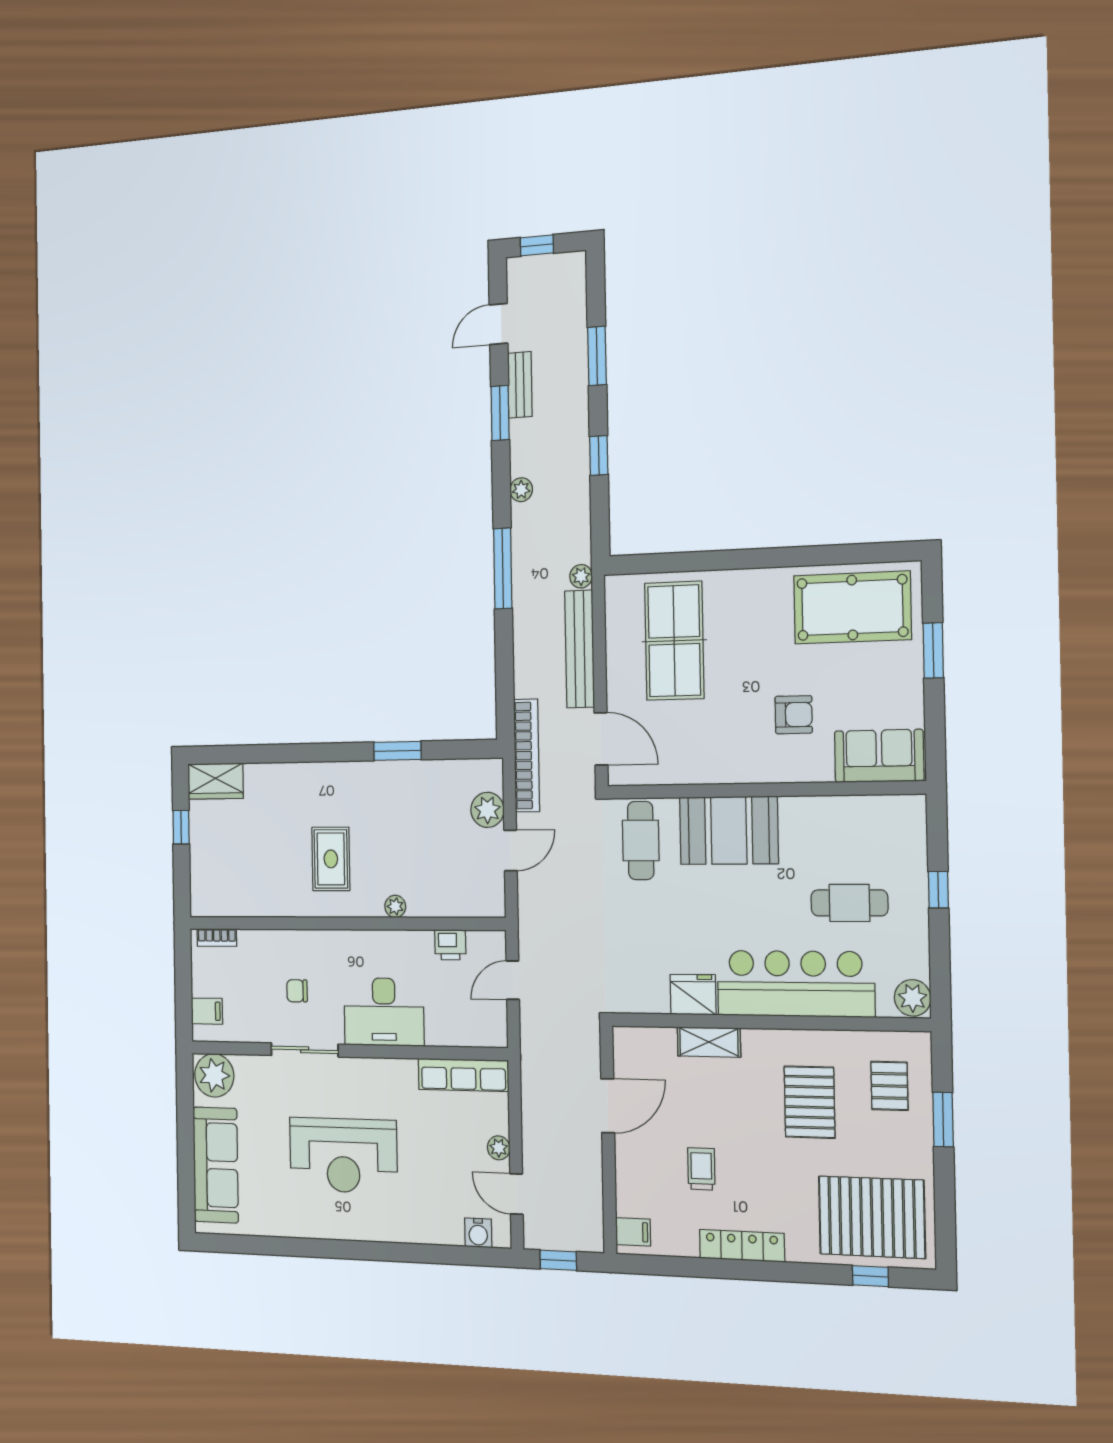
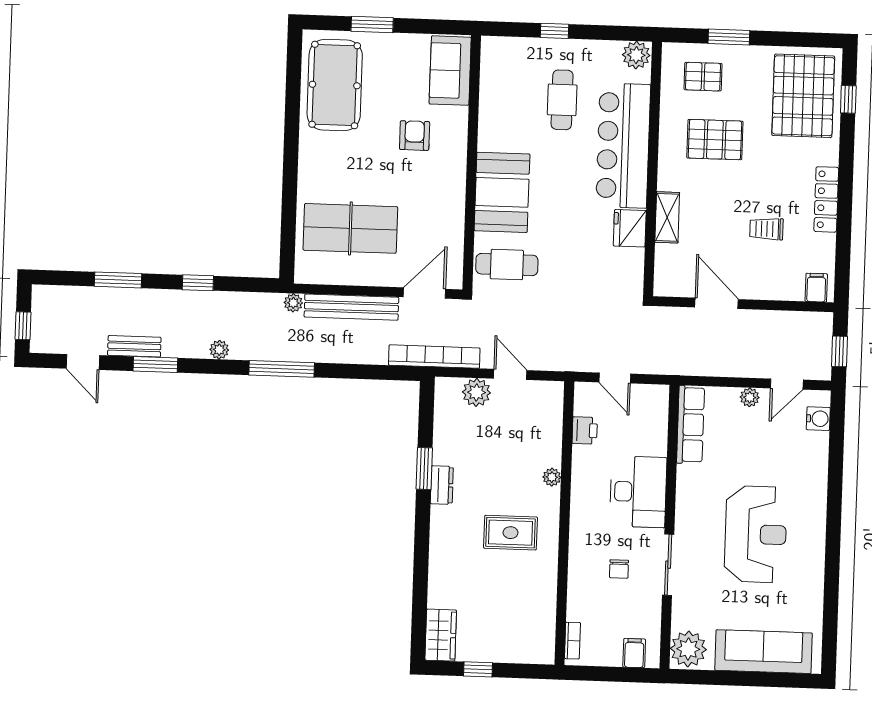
dresser: (380, 773) -> (442, 485), added

